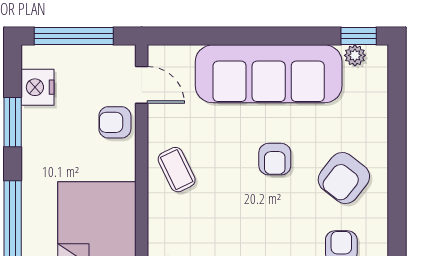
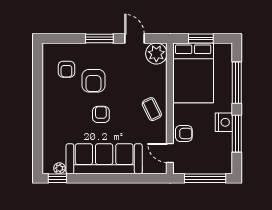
nightstand: (38, 87) -> (224, 122), moved
window: (13, 122) -> (237, 134), width x1.44
armchair: (344, 178) -> (93, 81), moved, turned 142

